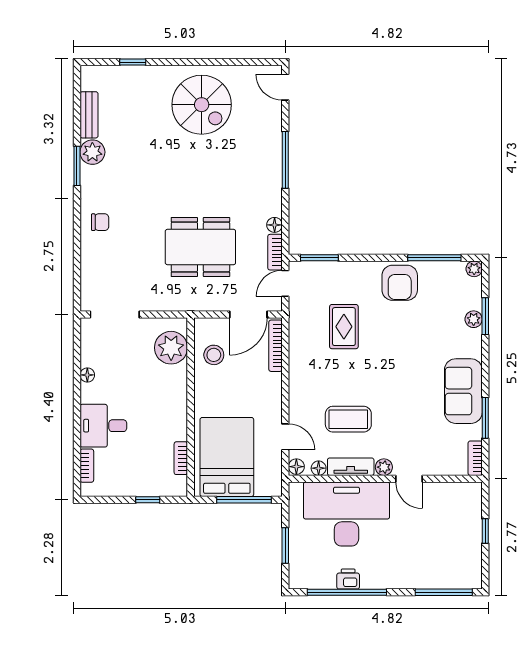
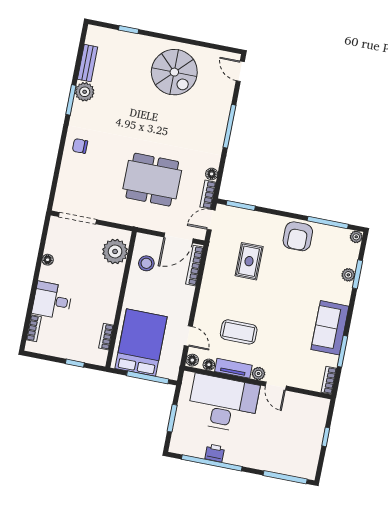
chair: (100, 222) -> (80, 146), turned 180

